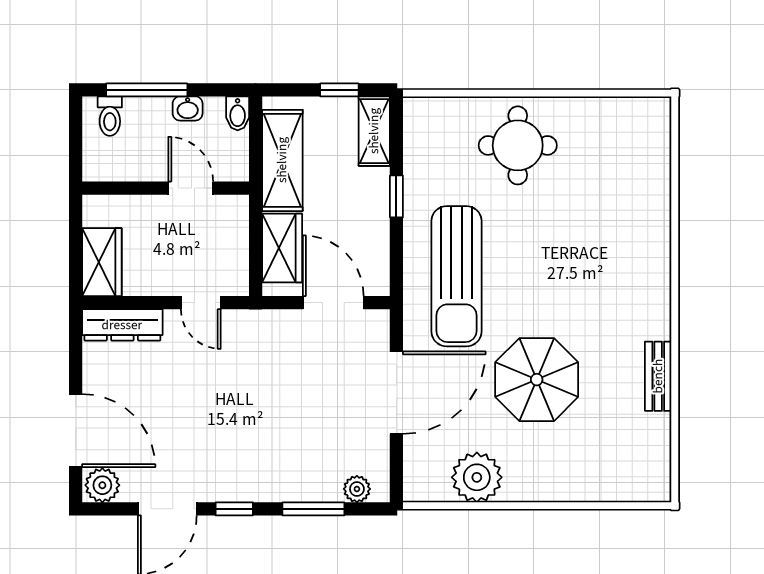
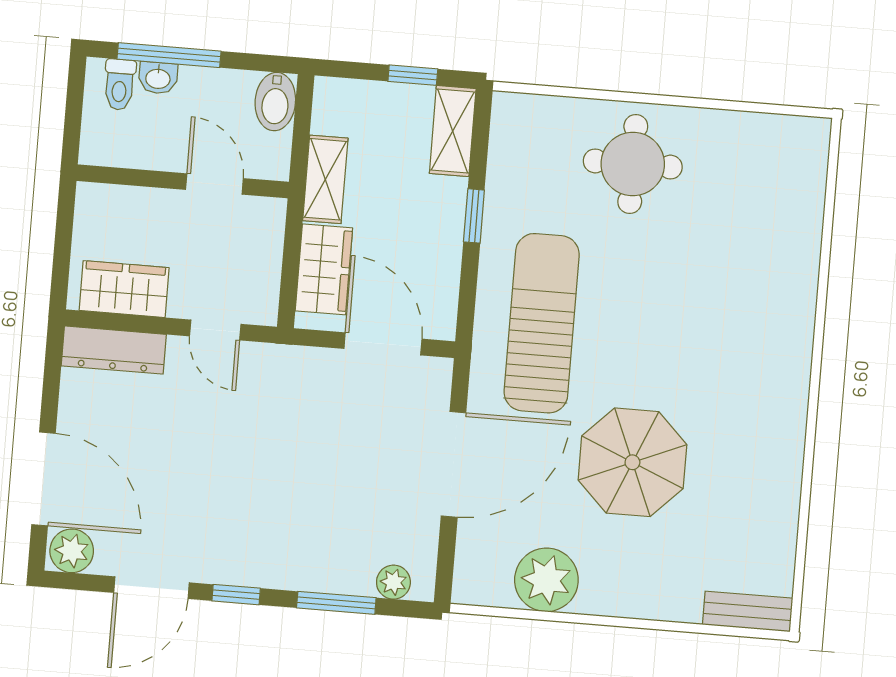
washbasin: (188, 108) -> (158, 78), moved
bidet: (238, 113) -> (275, 102), width x1.38, depth x1.36
shelving: (282, 160) -> (325, 179), width x0.67, depth x0.75
wardrobe: (102, 262) -> (124, 289), moved, turned -90
sun lounger: (456, 276) -> (542, 323), turned 180
bench: (658, 376) -> (748, 611), moved, turned 90

